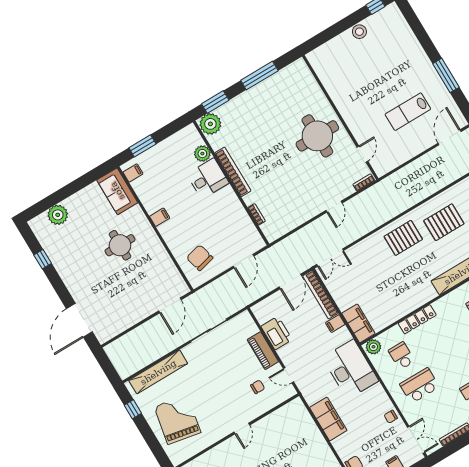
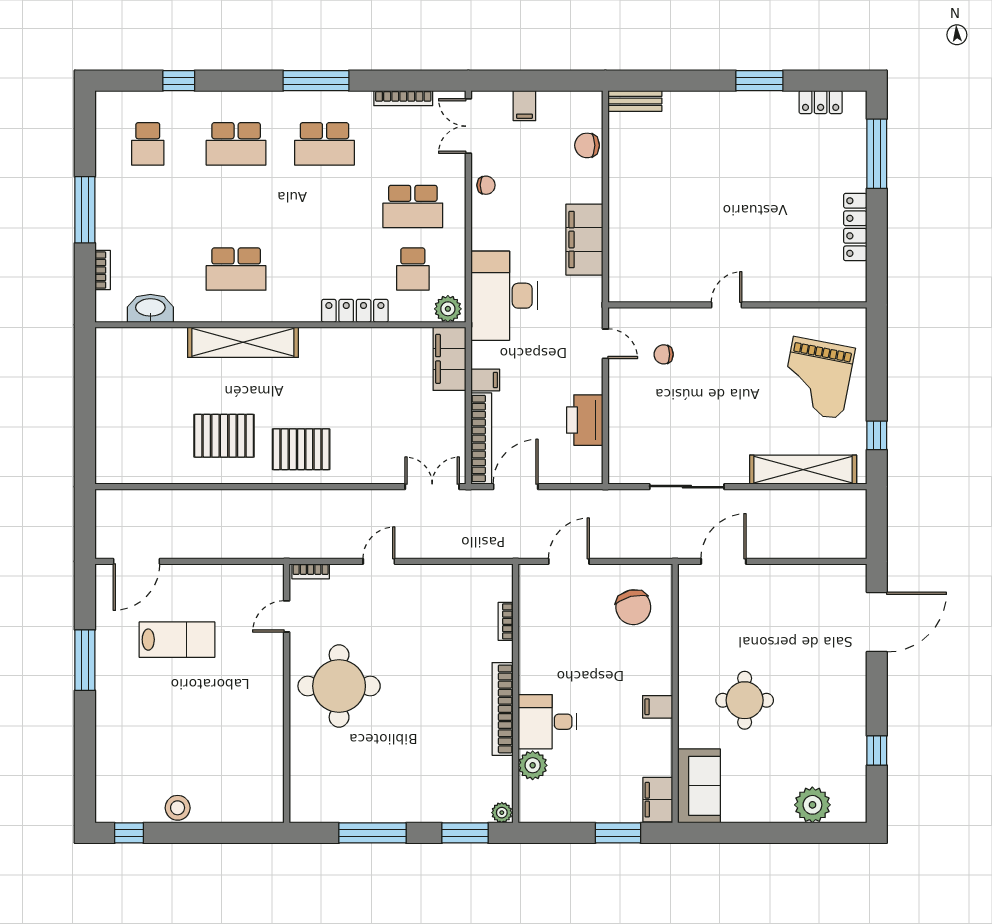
plant: (210, 124) -> (502, 813), width x0.53, depth x0.53
filing cabinet: (133, 173) -> (658, 800), width x2.00
piano: (263, 351) -> (622, 405), removed

